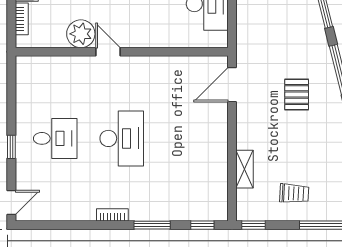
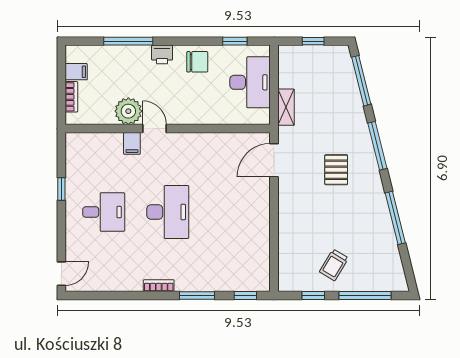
filing cabinet: (85, 67) -> (132, 143), added
window: (11, 147) -> (61, 189), moved
shelving: (245, 169) -> (286, 107), moved
trolley: (294, 193) -> (334, 265), turned 118
window: (253, 225) -> (313, 296), moved

